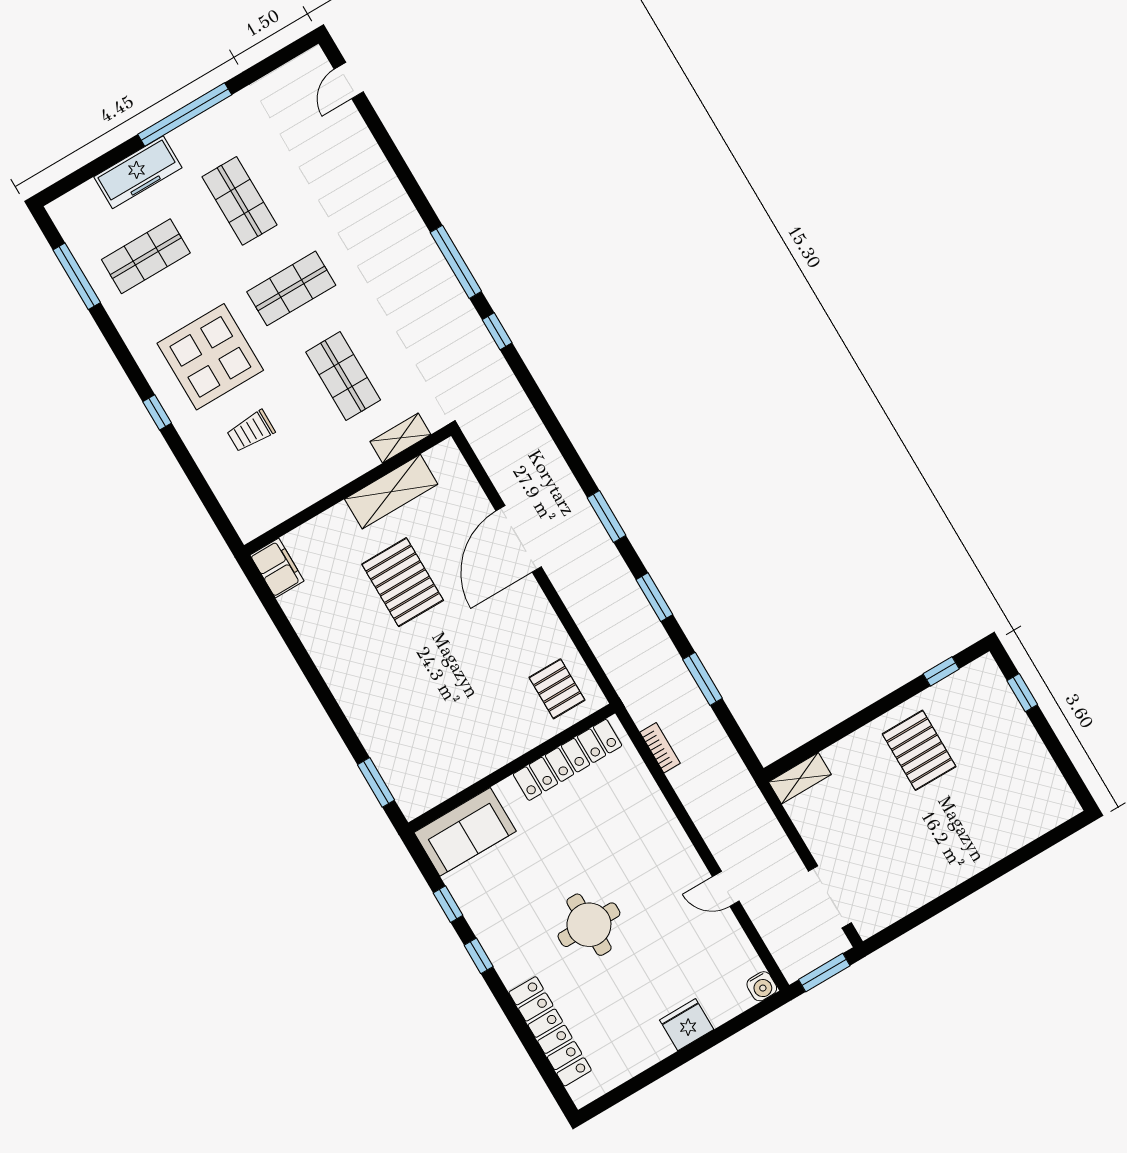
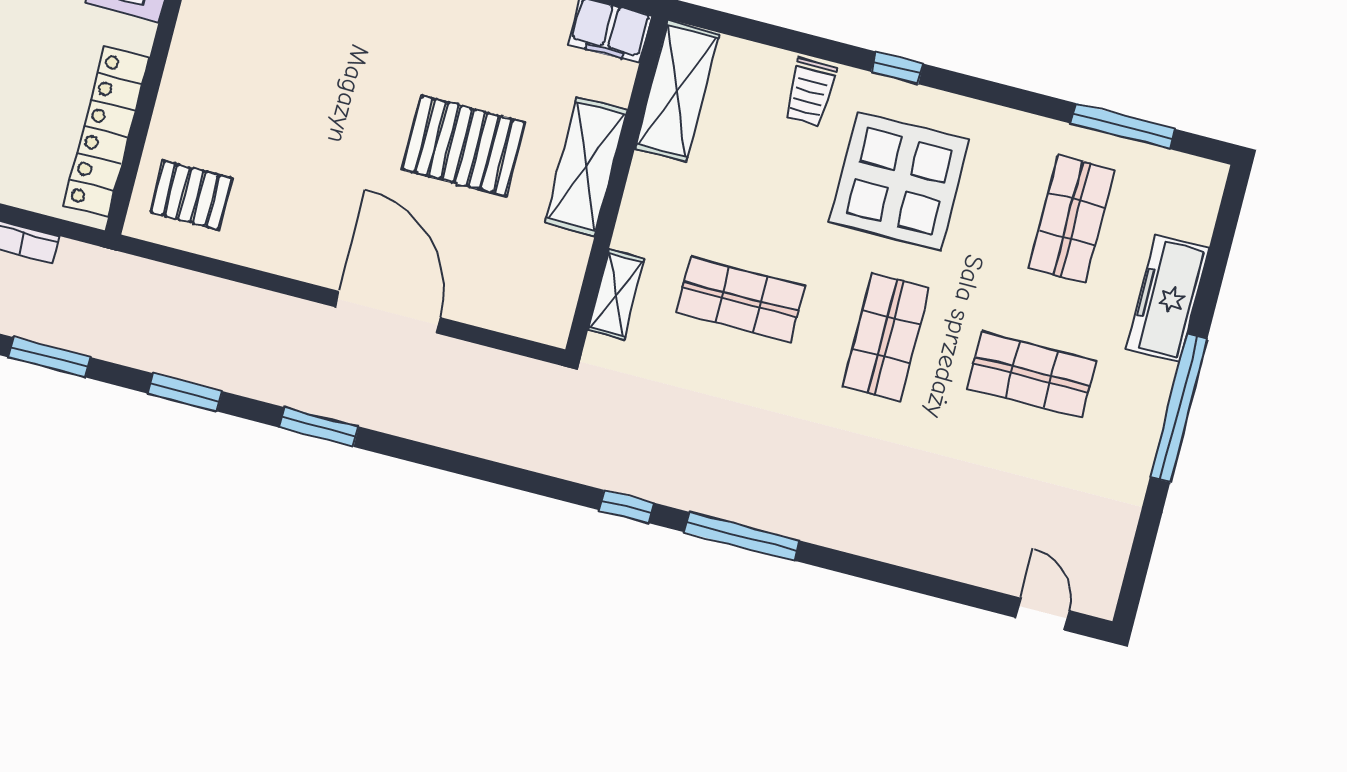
trolley: (251, 431) -> (810, 92), moved, turned 180
shelving: (391, 492) -> (586, 166), moved
shelving: (274, 506) -> (677, 91), added

